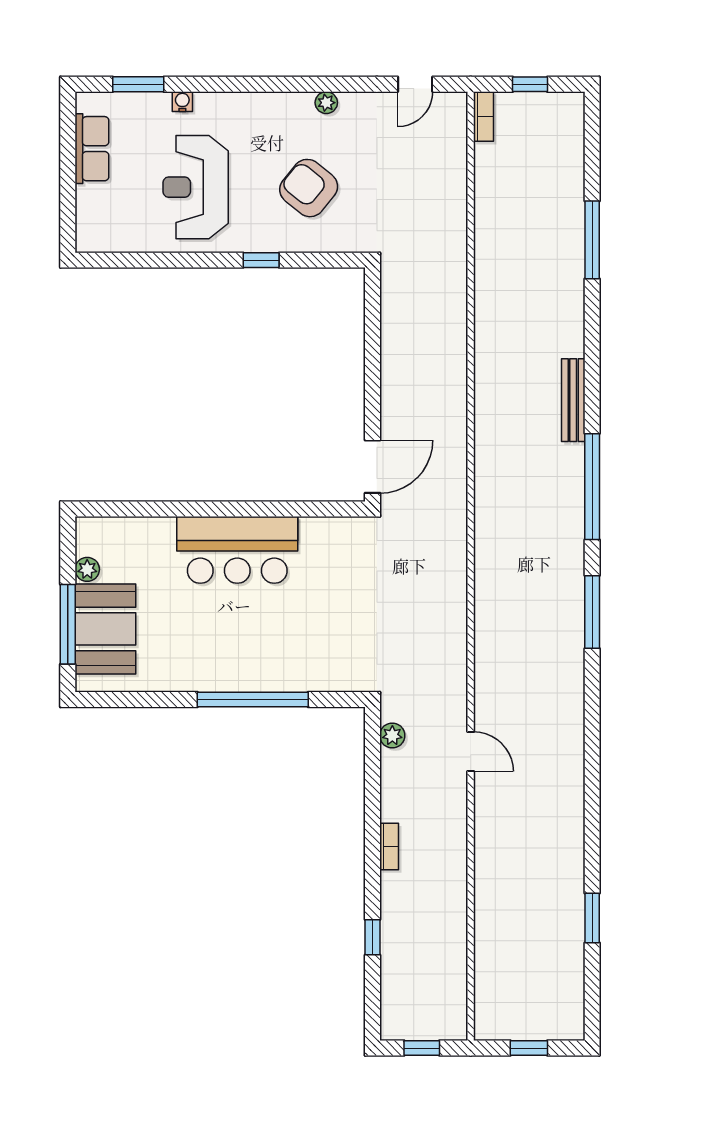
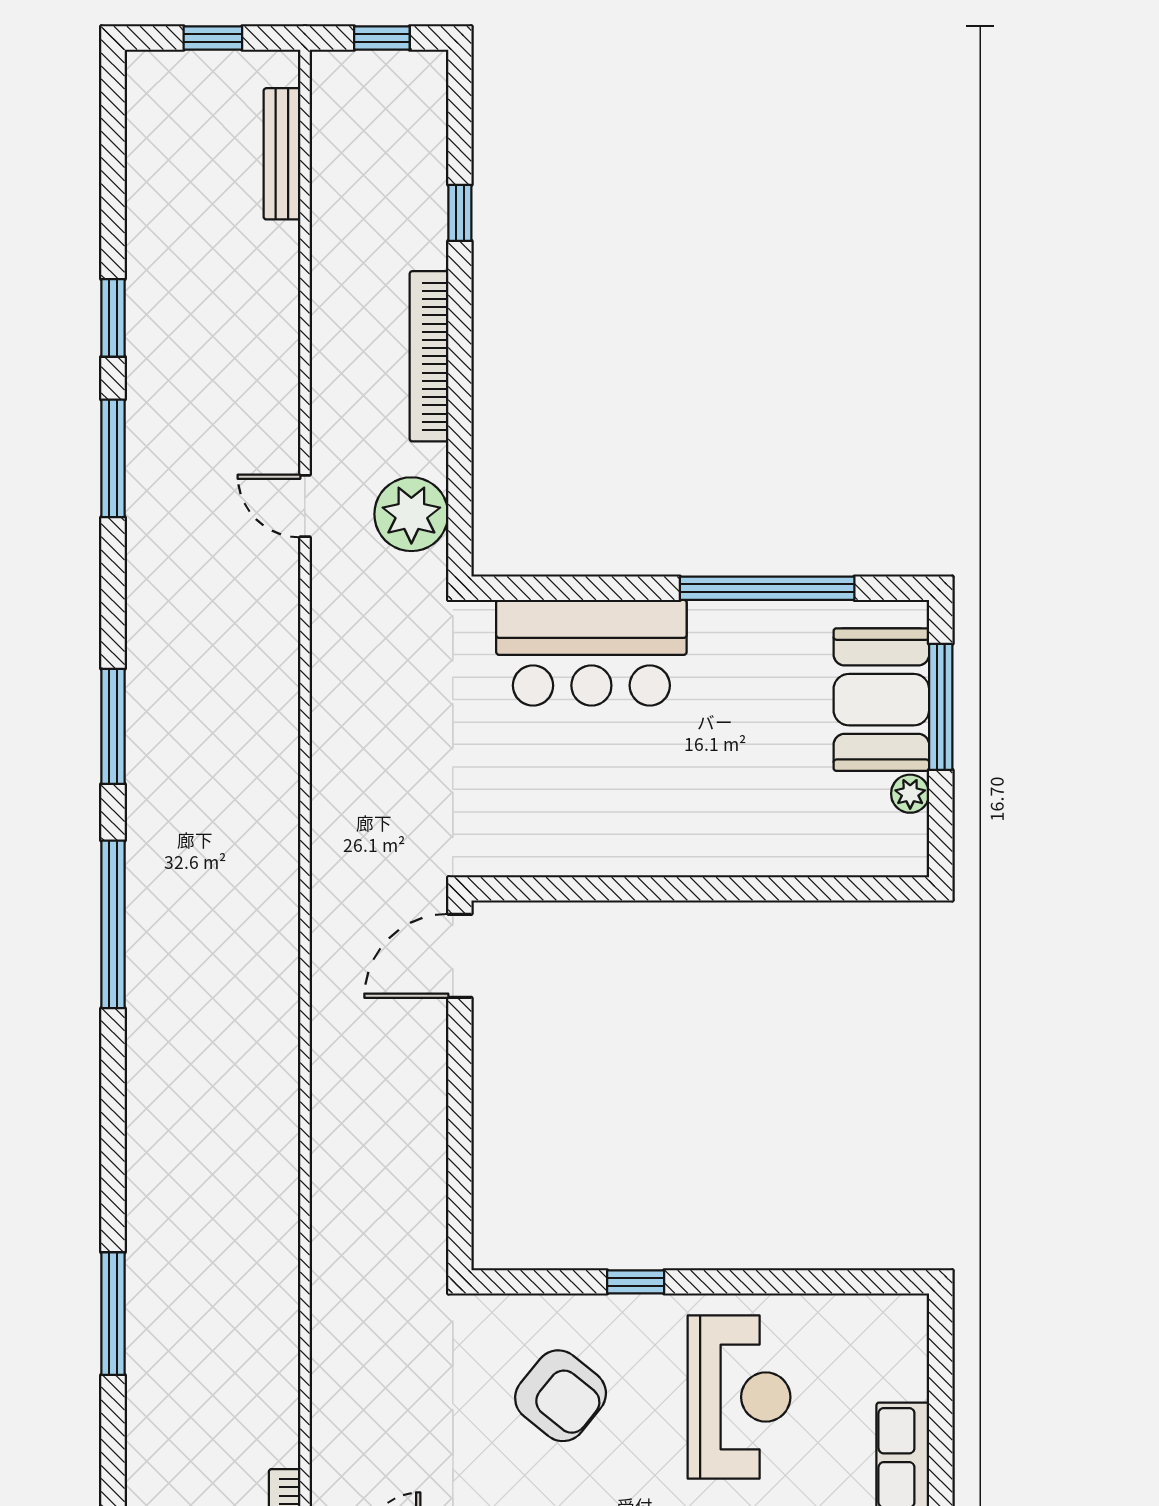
bench: (573, 400) -> (282, 154), moved
bar counter: (237, 550) -> (591, 653), moved, turned 180
window: (253, 699) -> (767, 588), moved
plant: (392, 735) -> (411, 514), width x1.88, depth x1.88
window: (592, 782) -> (113, 458), added
bookcase: (389, 846) -> (429, 356), width x2.31, depth x1.31
window: (592, 918) -> (113, 318), moved

